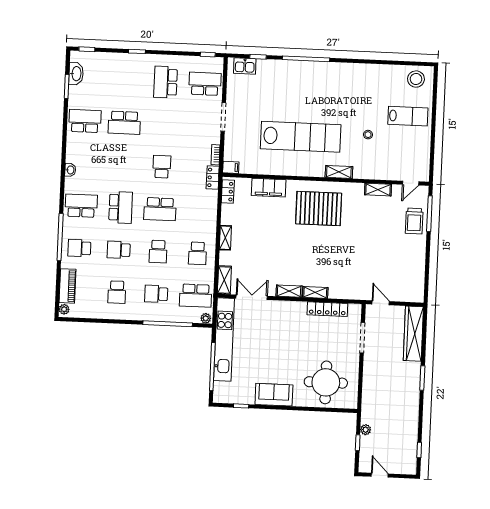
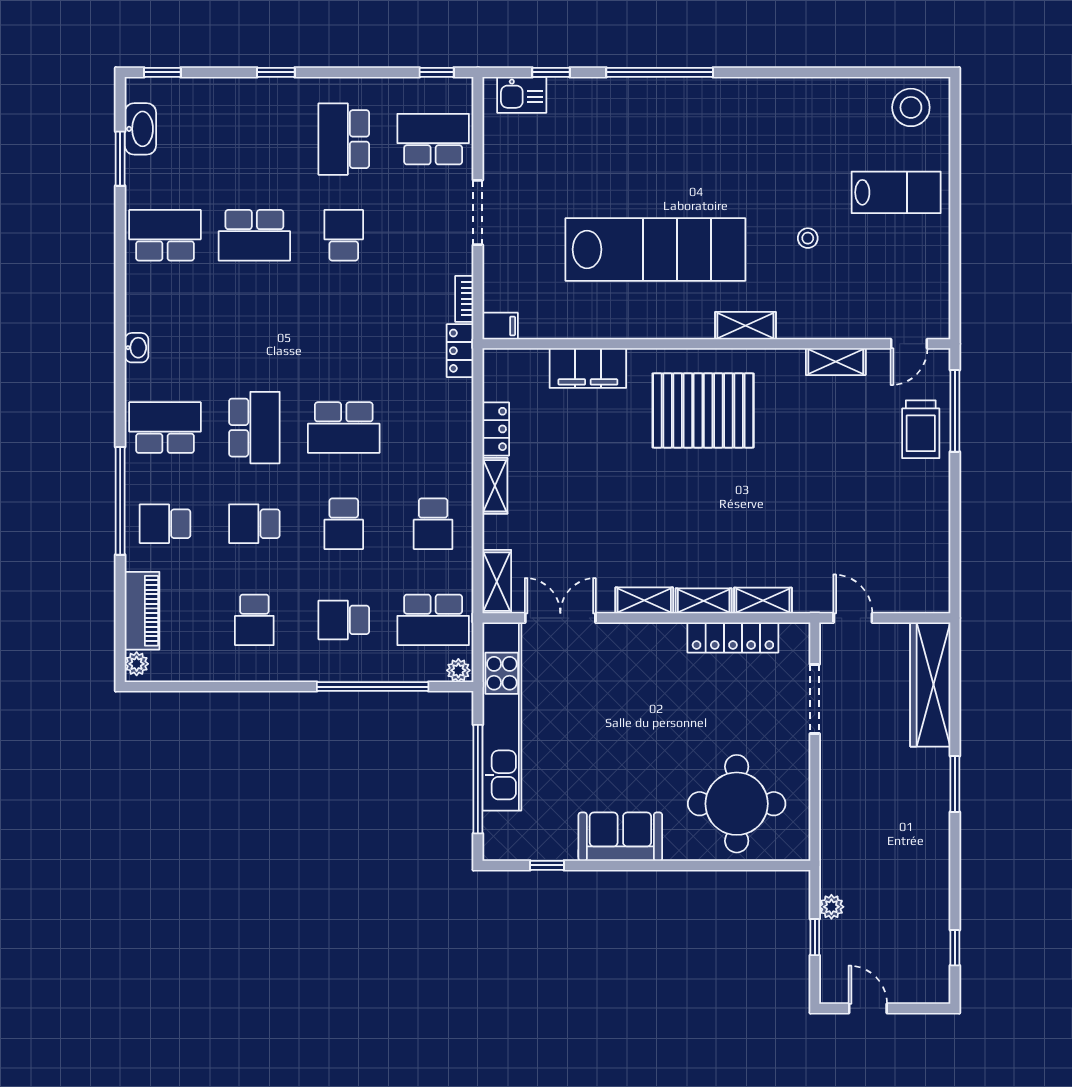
school desk: (162, 167) -> (344, 235), moved
locker: (228, 192) -> (496, 429), moved
shelving: (341, 293) -> (763, 601), added

